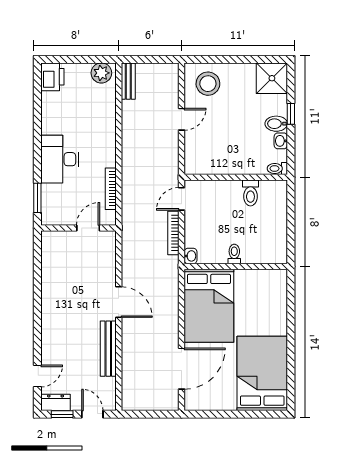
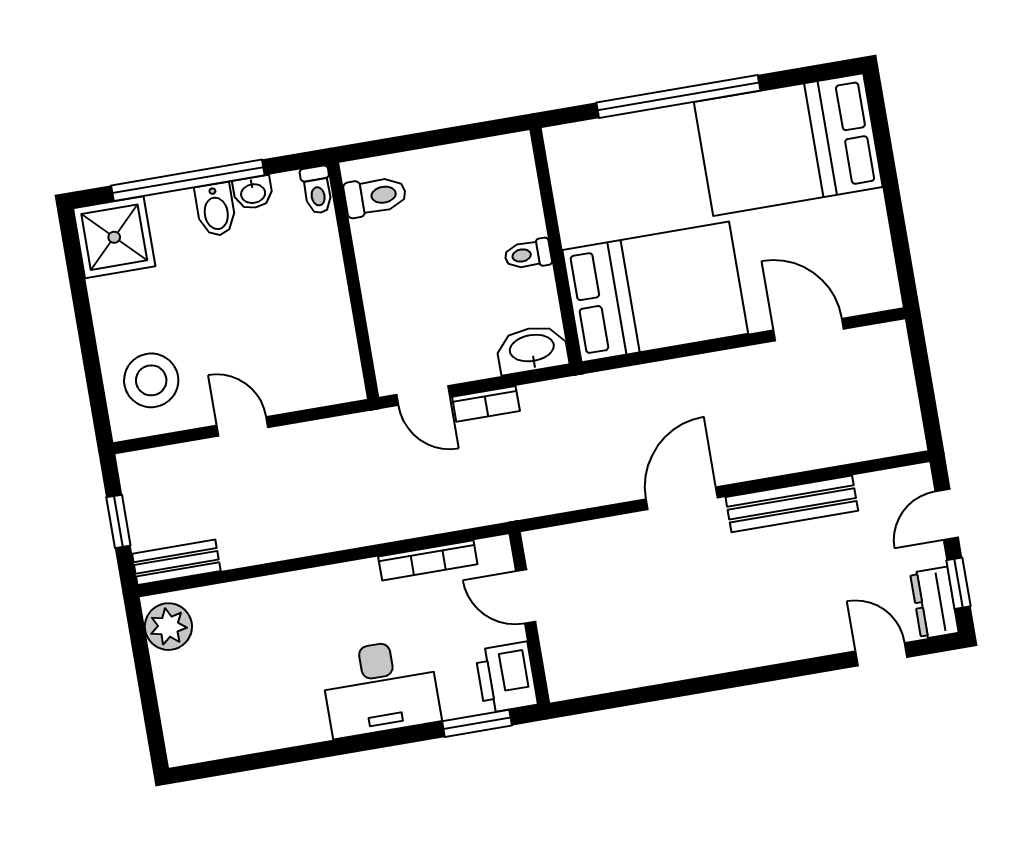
window: (150, 59) -> (118, 521), added
printer: (52, 77) -> (506, 677), moved, turned -90
window: (291, 114) -> (188, 180), width x3.17
toilet: (250, 193) -> (375, 196), moved
bookcase: (173, 233) -> (486, 404), width x0.64
washbasin: (191, 256) -> (532, 349), width x1.91, depth x1.45
window: (291, 330) -> (678, 96), added
door: (182, 369) -> (809, 330), width x0.73

